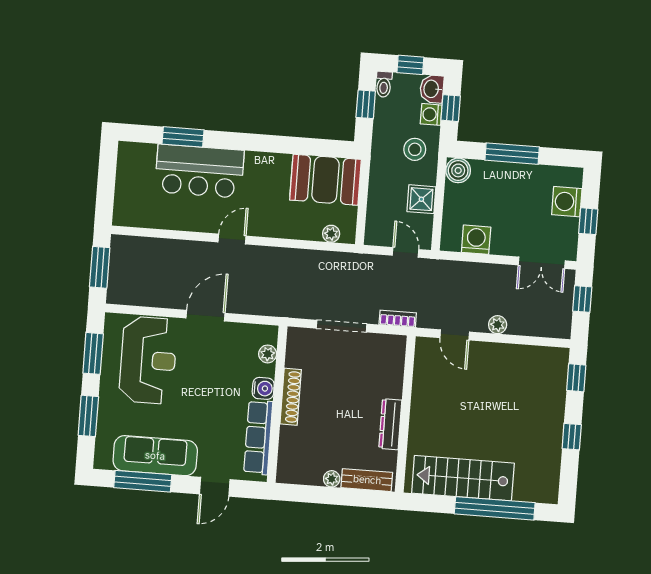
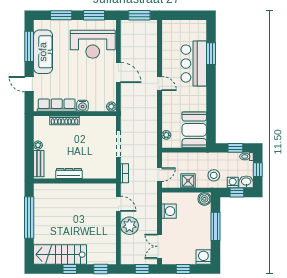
washing machine: (567, 202) -> (203, 257), moved
plant: (498, 325) -> (129, 226), width x1.88, depth x1.88
door: (455, 335) -> (118, 204), swing flipped
plant: (268, 354) -> (111, 107), moved
shoe rack: (291, 397) -> (64, 120), moved
stairs: (463, 478) -> (60, 255), moved, turned -90
window: (495, 508) -> (29, 217), moved

